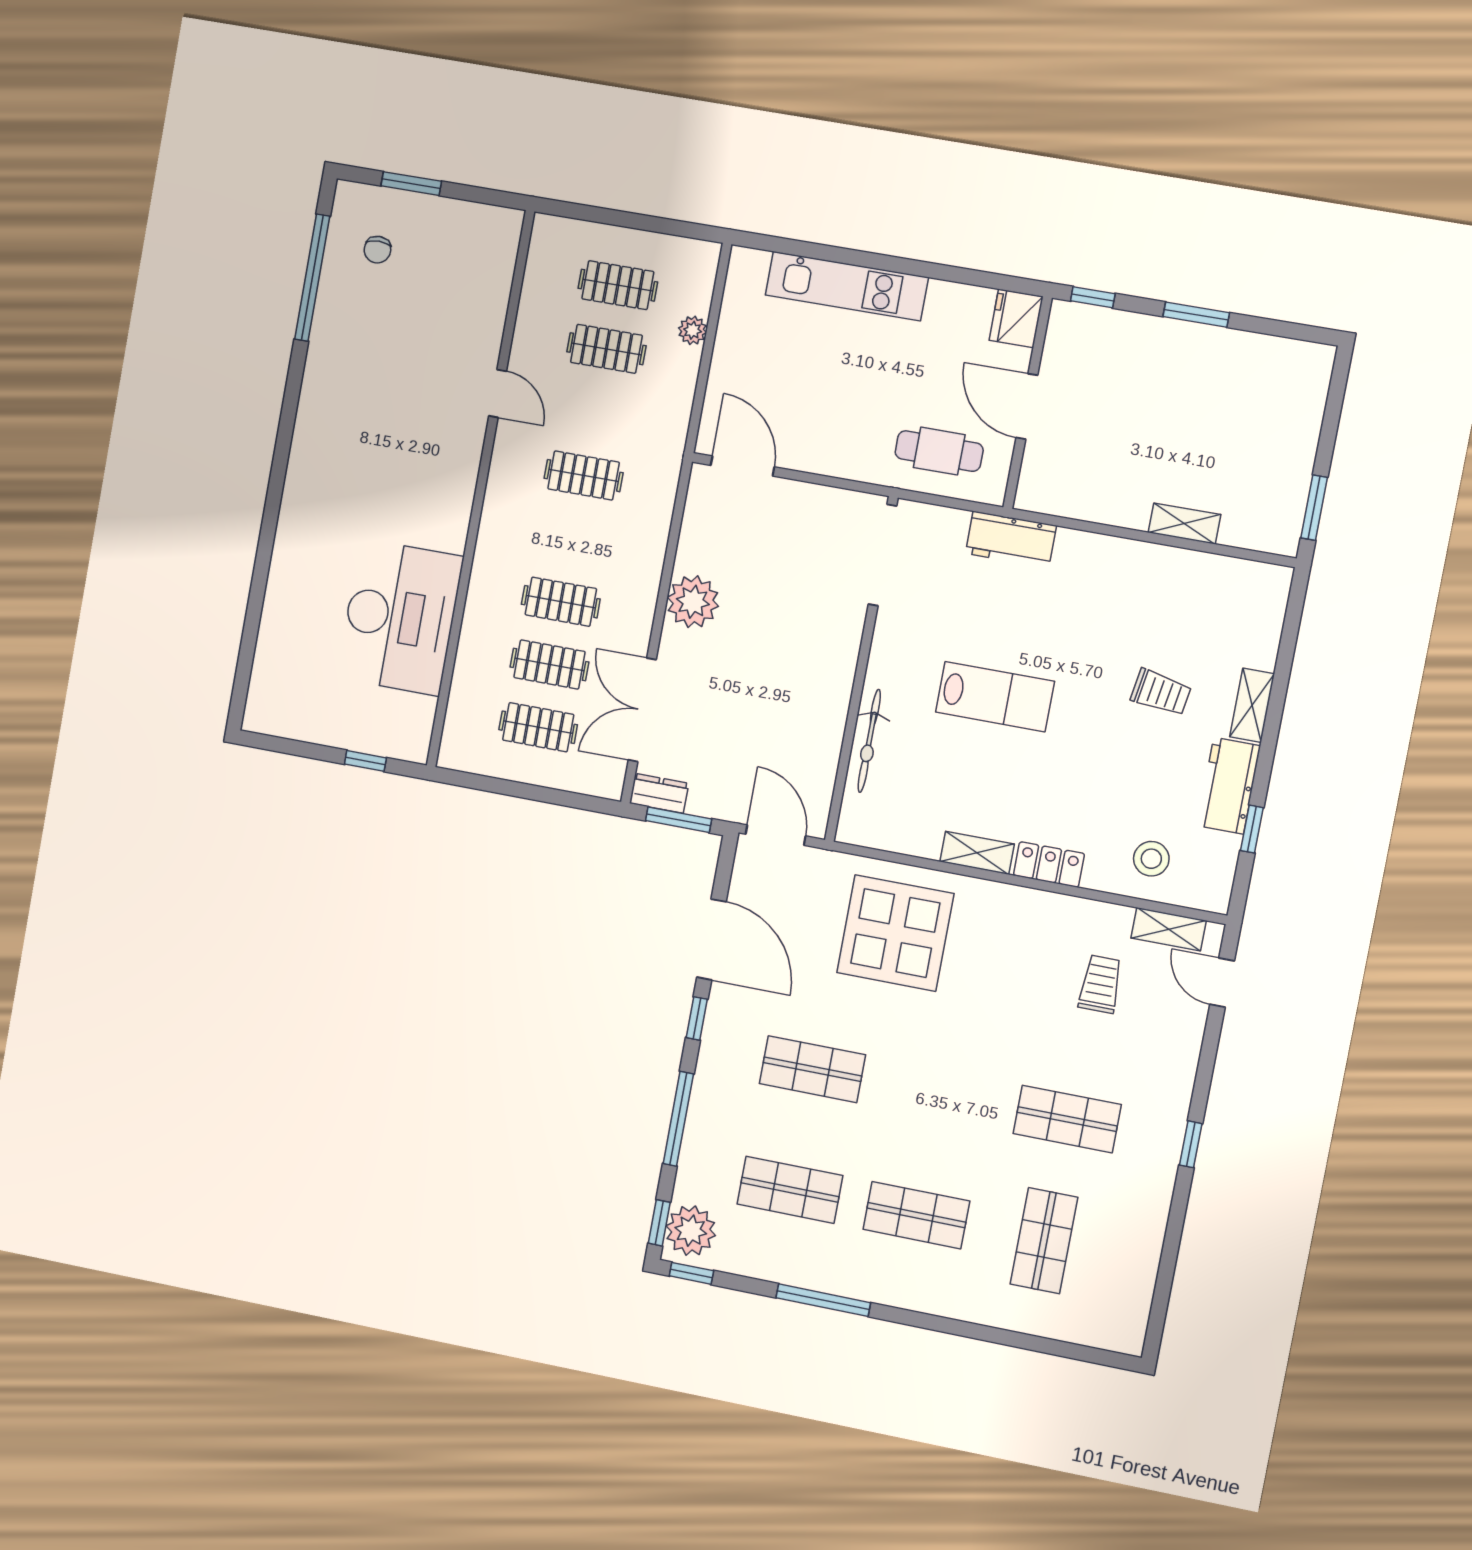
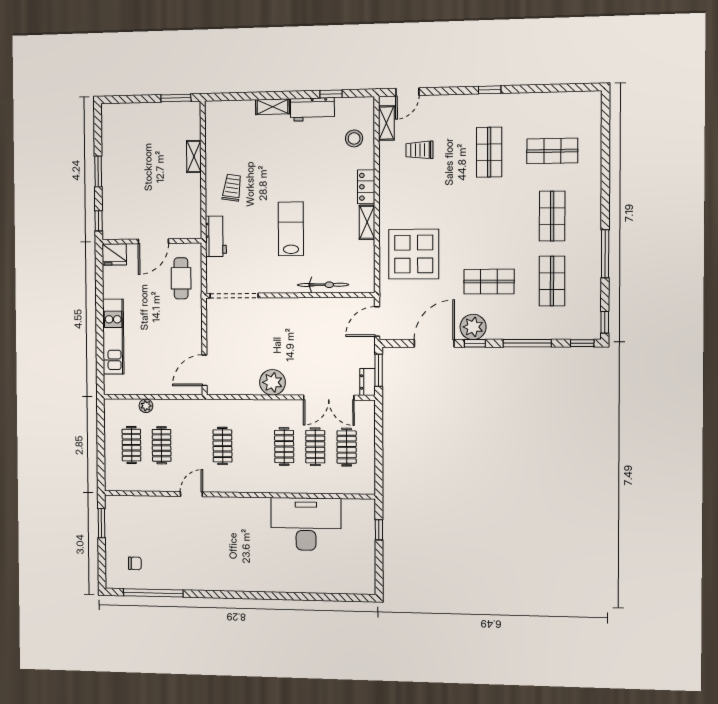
window: (411, 184) -> (102, 523), moved
trolley: (1161, 692) -> (232, 188), moved
shop shelf: (812, 1069) -> (489, 282), turned 90
plant: (691, 1231) -> (473, 327), moved

